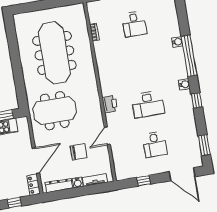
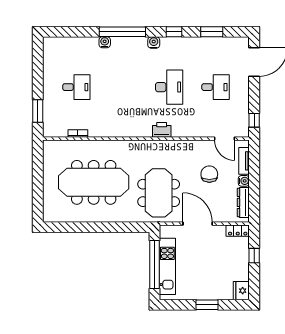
door: (107, 136) -> (225, 139), moved
window: (204, 145) -> (212, 32), moved
door: (36, 161) -> (198, 224), moved
window: (143, 181) -> (254, 120), moved

